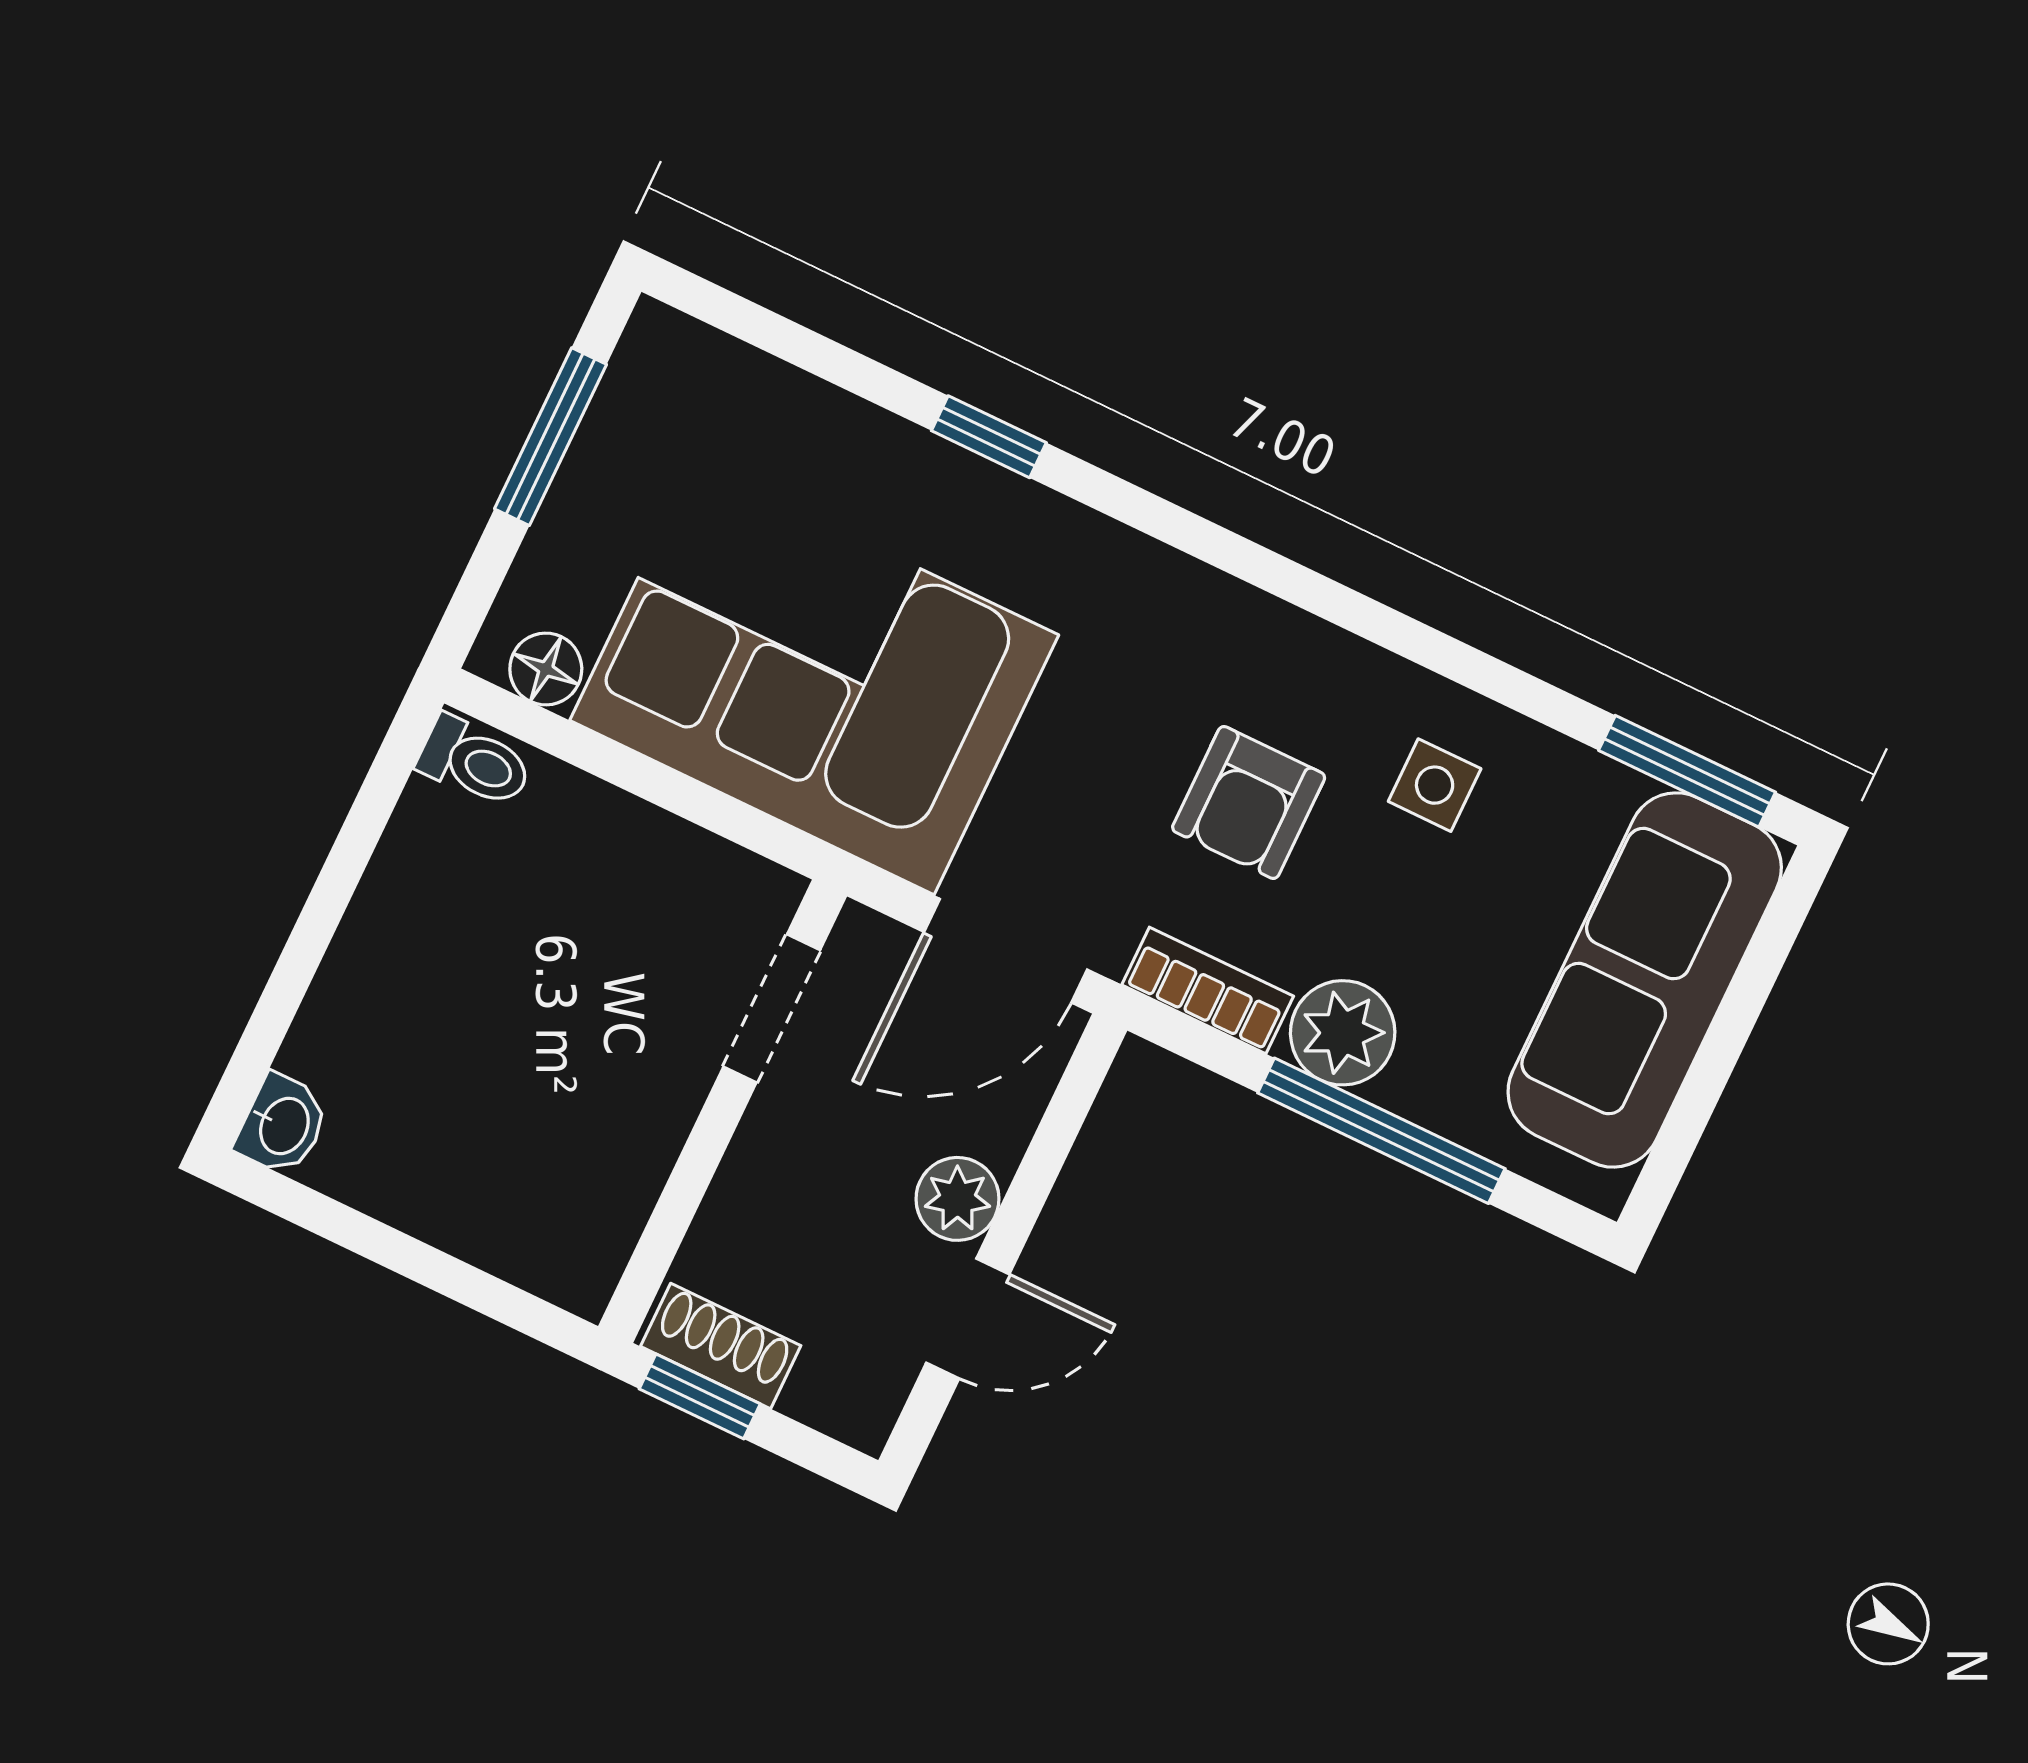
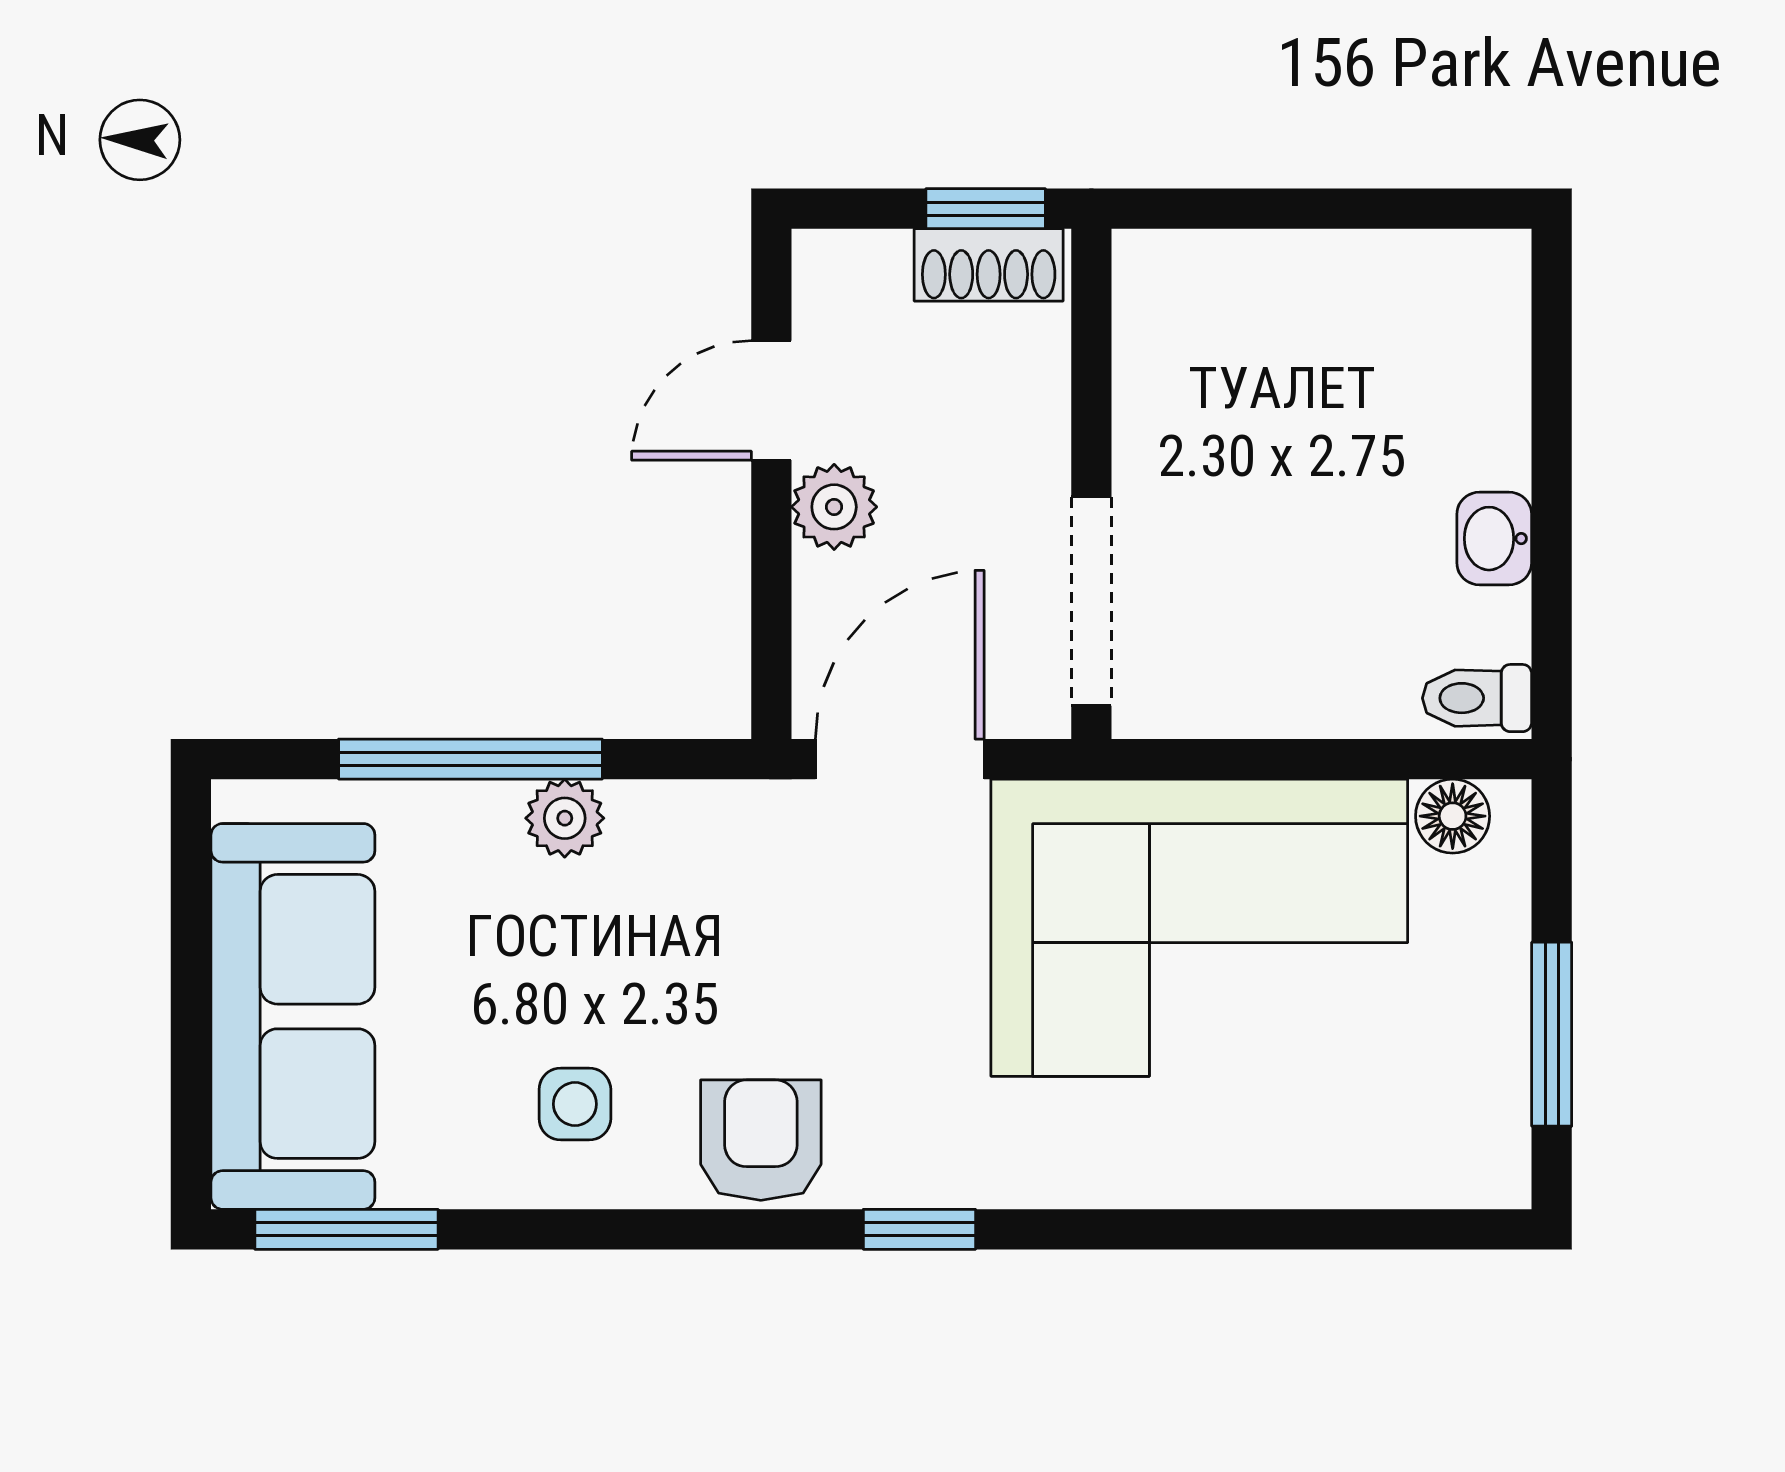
window: (989, 437) -> (919, 1229), moved
armchair: (1249, 802) -> (761, 1140), moved
bookcase: (1208, 990) -> (694, 812), removed
doorway: (772, 1008) -> (1091, 601), width x1.38
plant: (1343, 1033) -> (565, 818), width x0.73, depth x0.73
washbasin: (282, 1125) -> (1494, 539), moved

